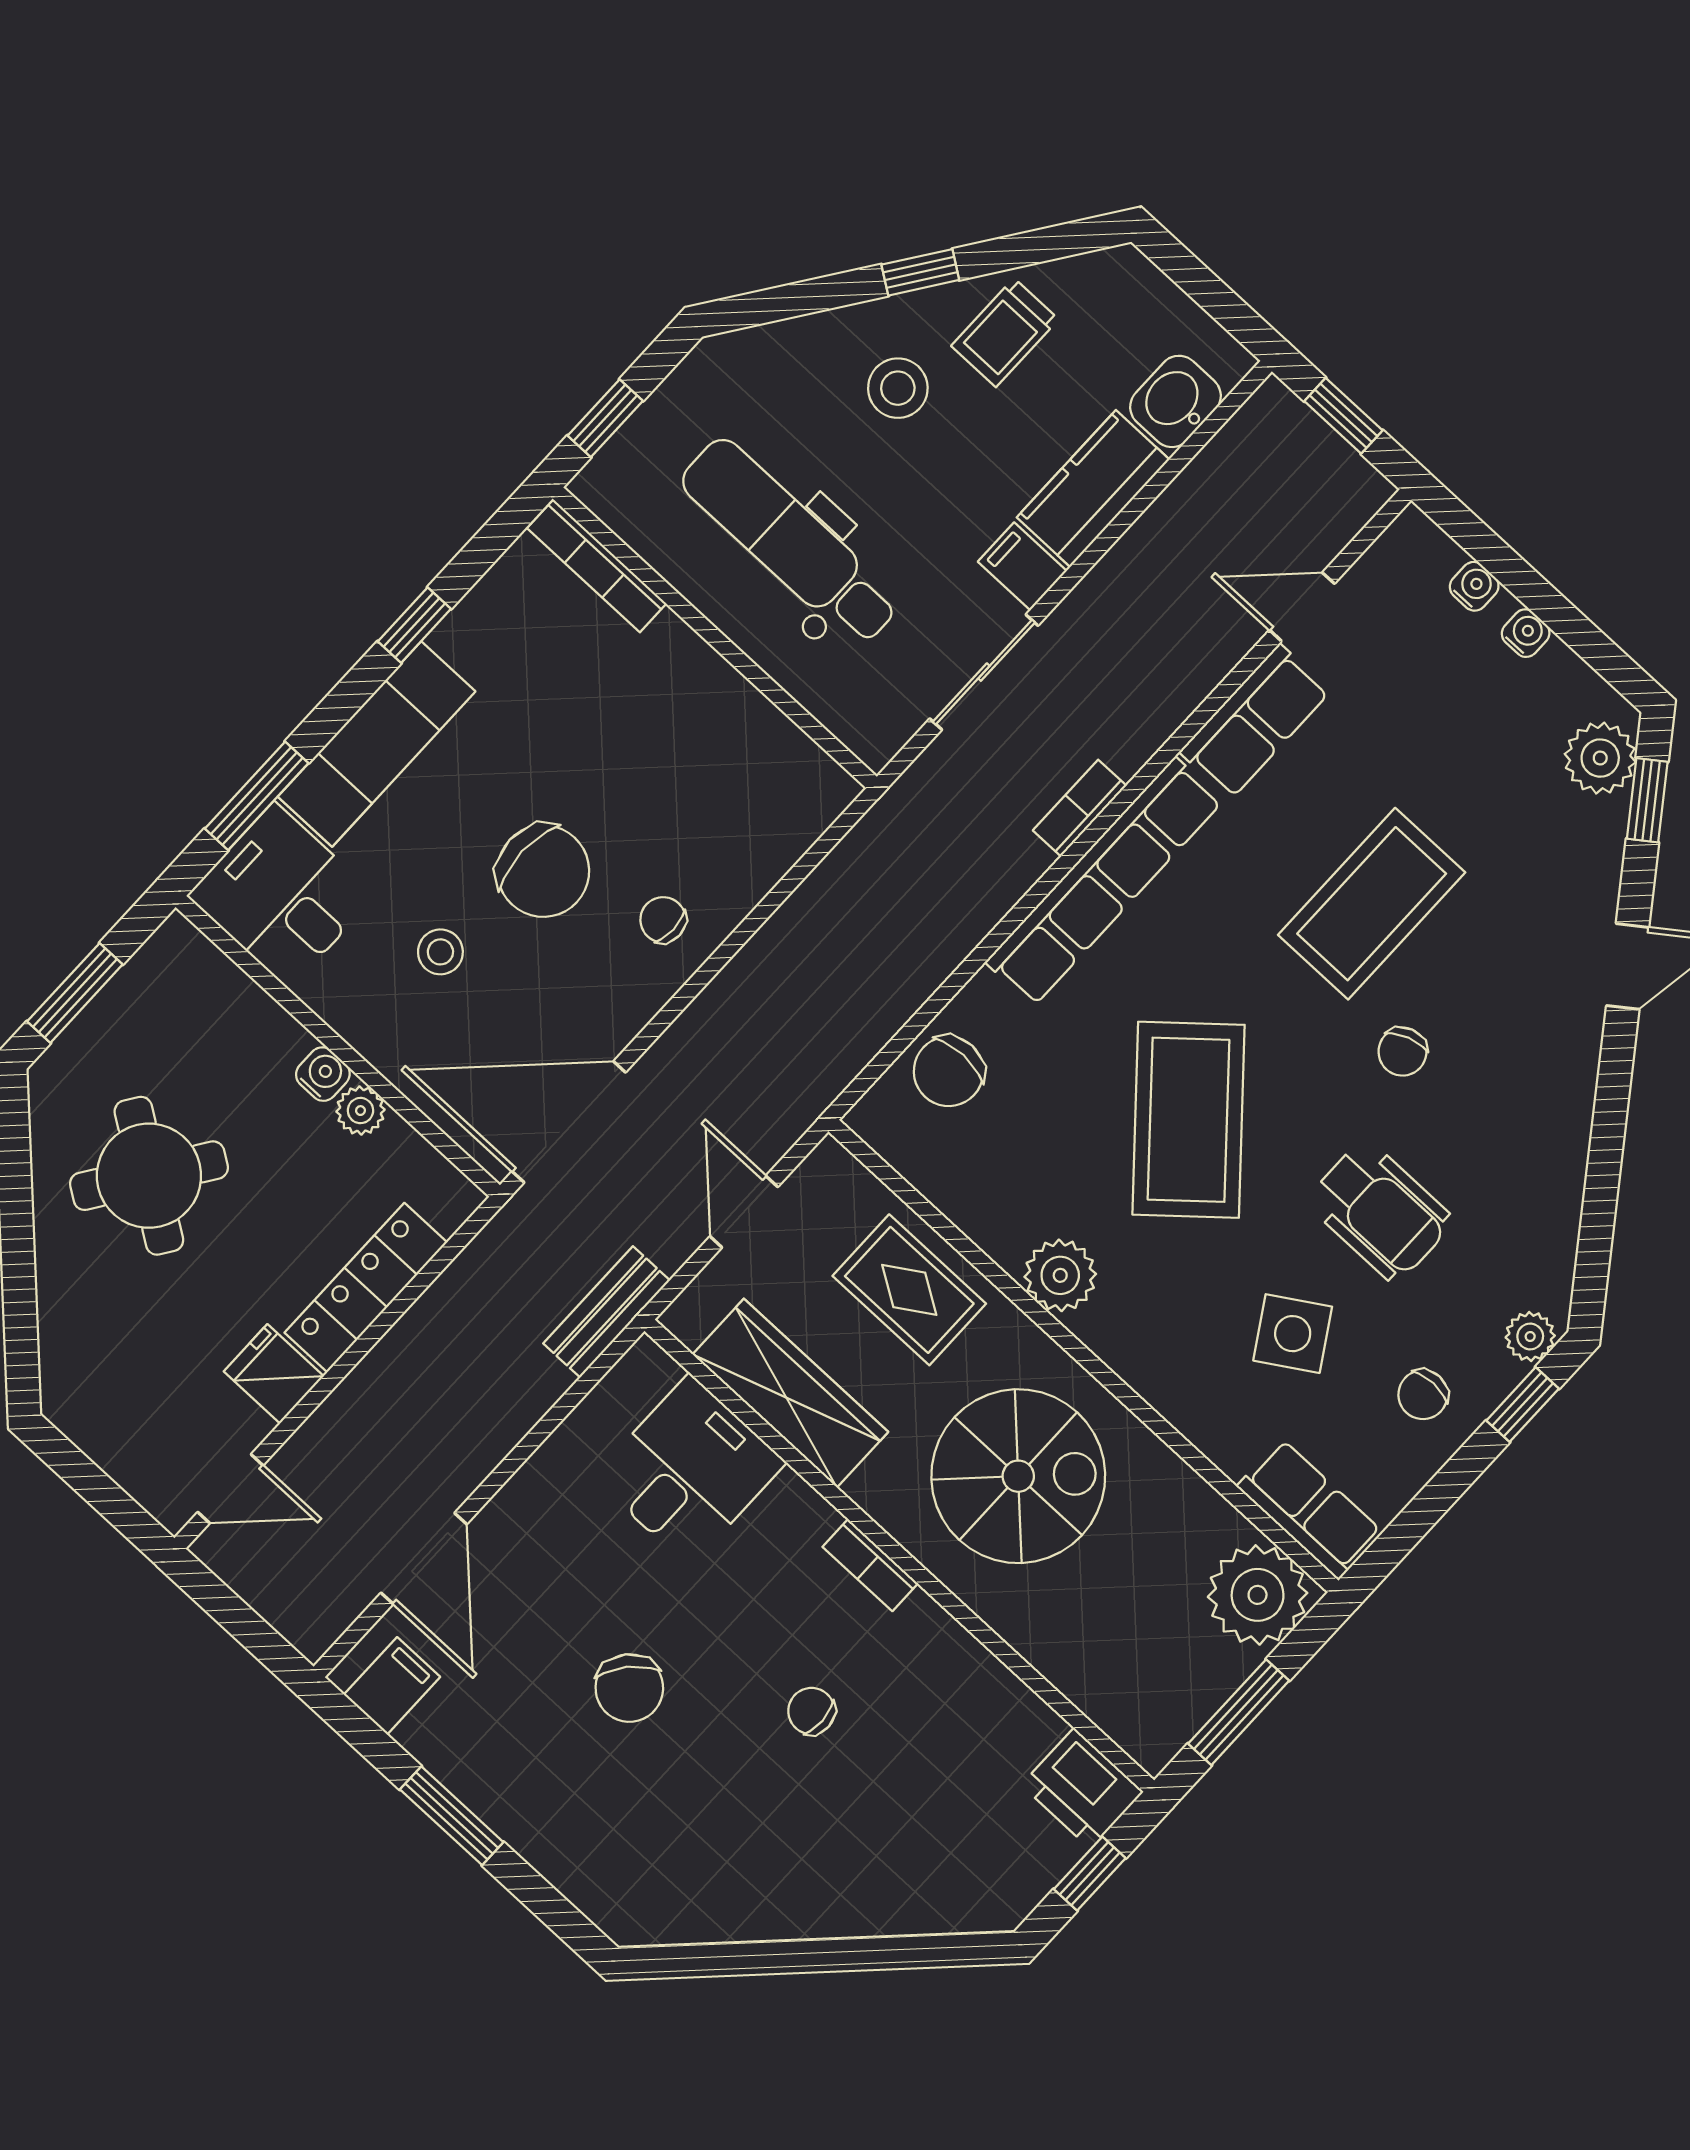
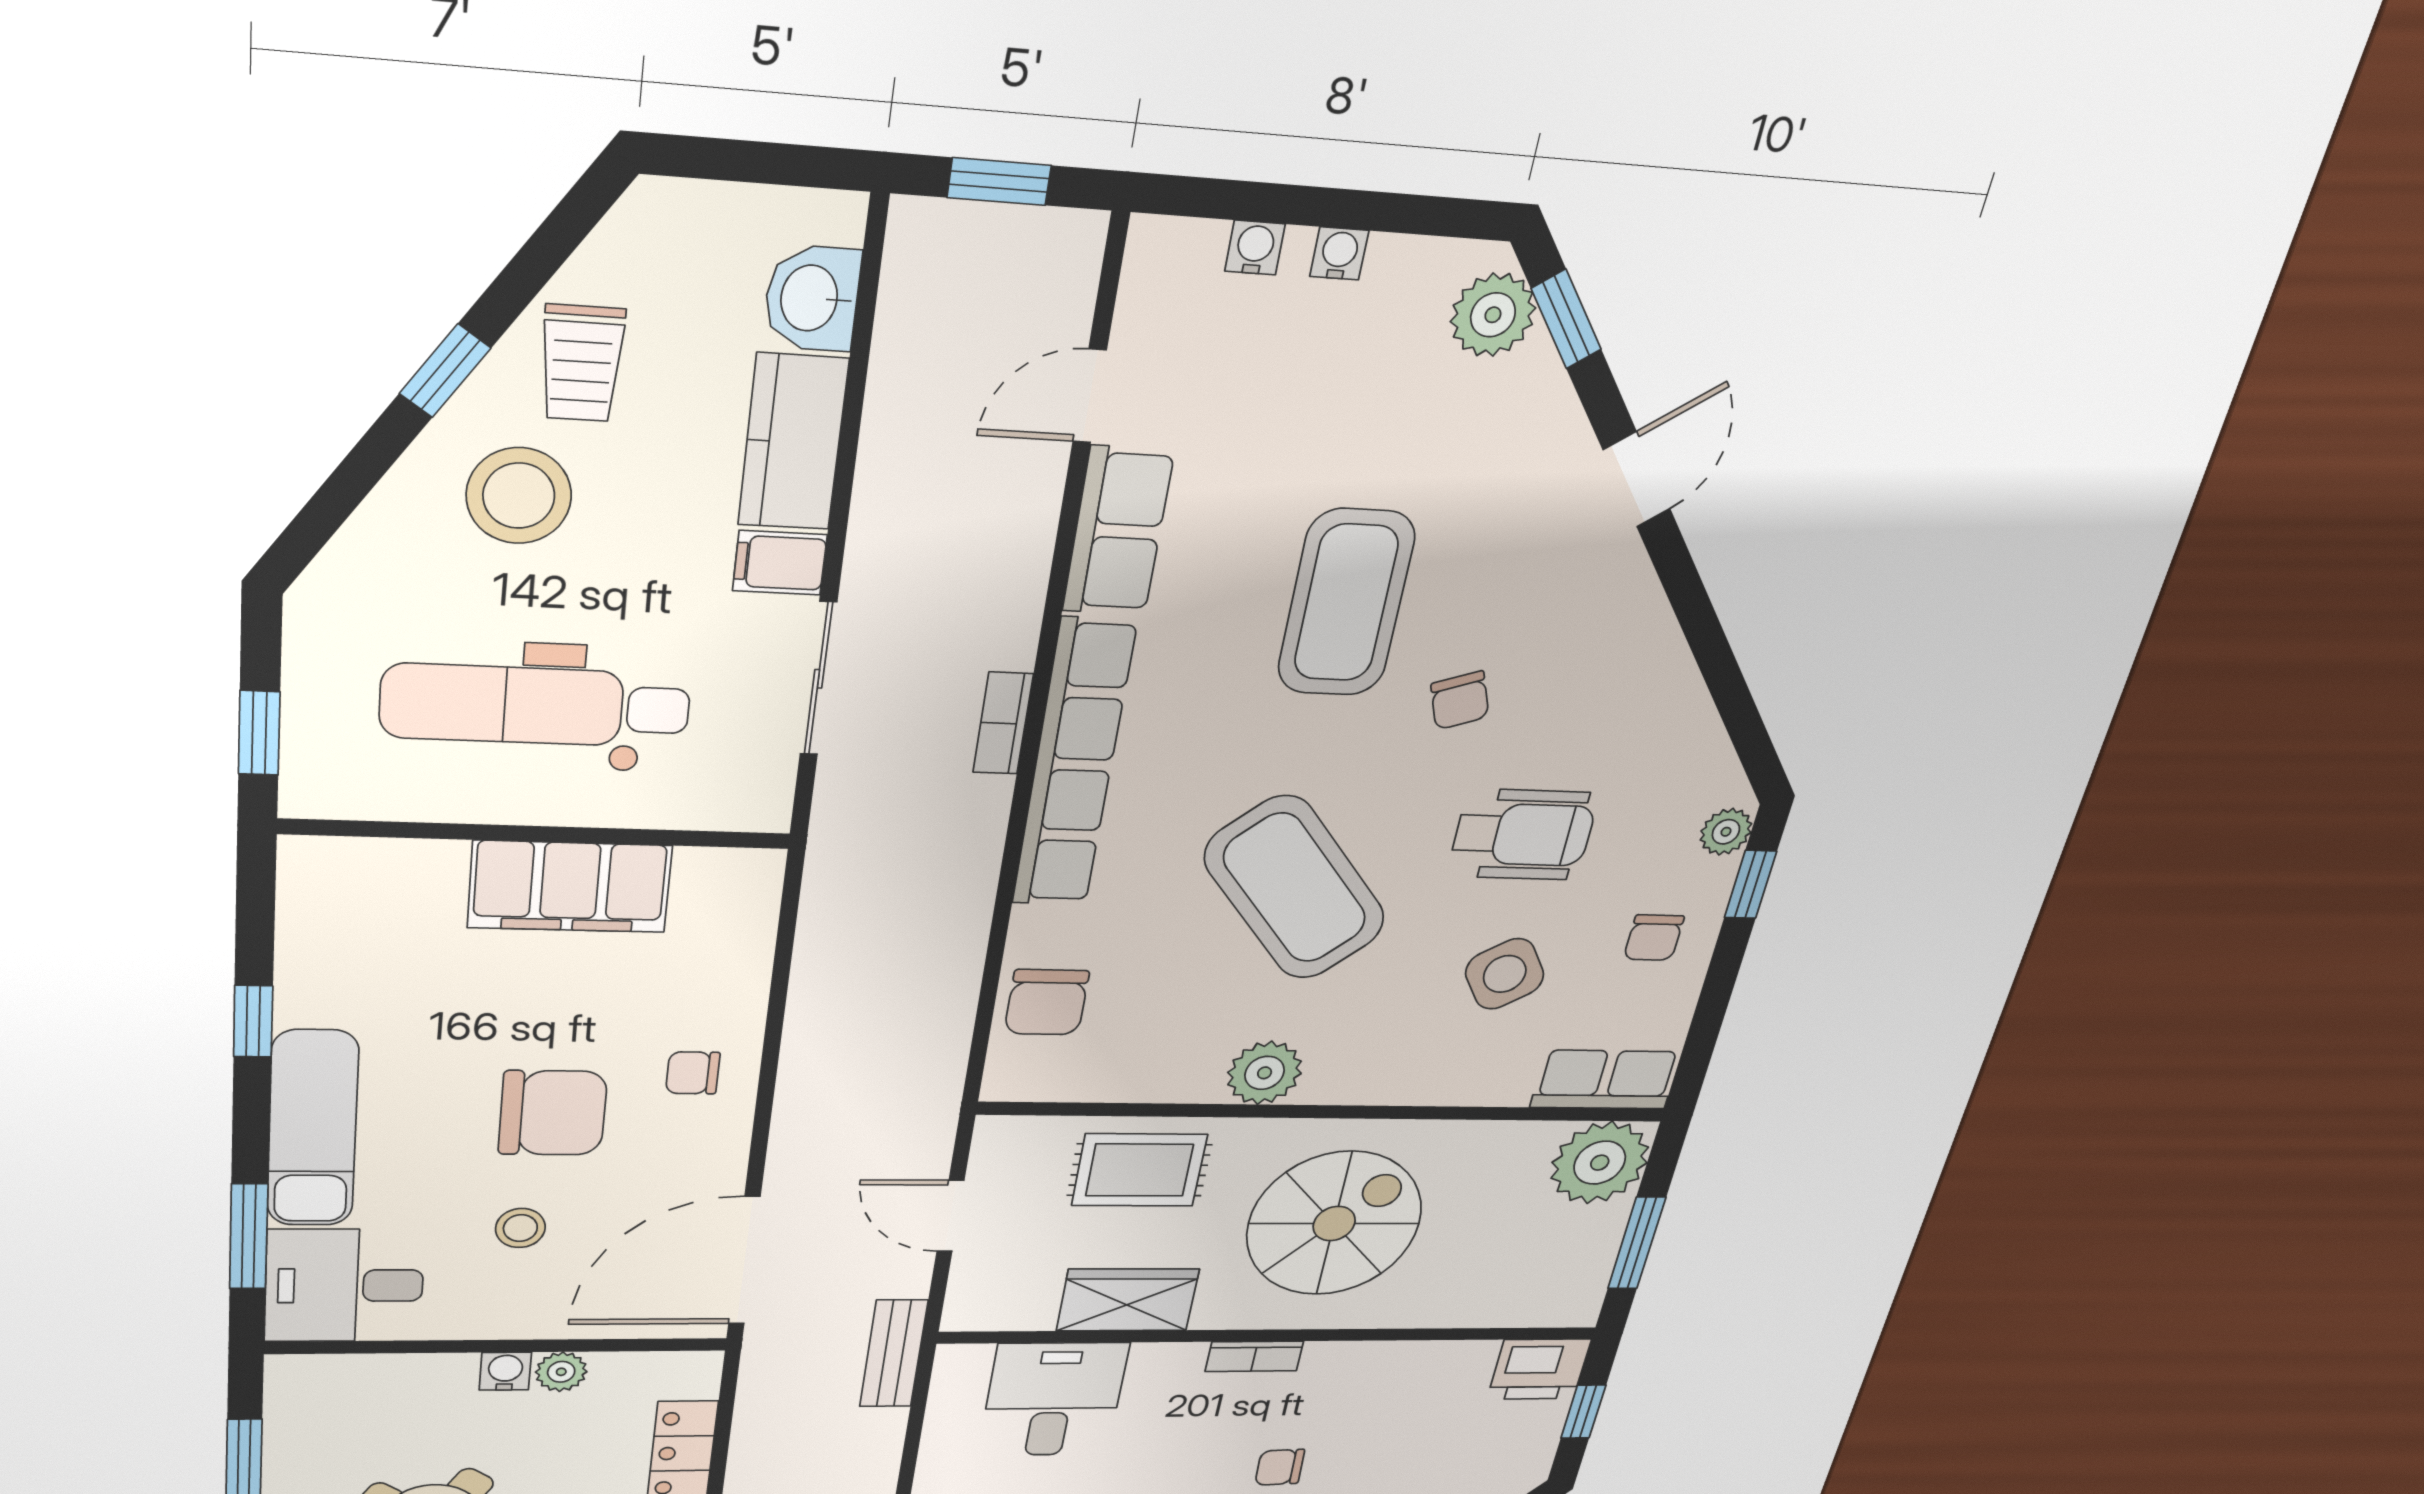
stool: (898, 388) -> (519, 496), width x1.38, depth x1.38
bookcase: (597, 566) -> (372, 857), removed
filing cabinet: (703, 696) -> (570, 887), added
wardrobe: (790, 1393) -> (1128, 1300), width x0.67

